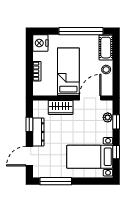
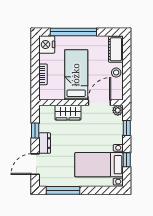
window: (81, 31) -> (73, 32), moved
plant: (108, 117) -> (118, 110), moved
dresser: (38, 132) -> (45, 143), width x0.70

